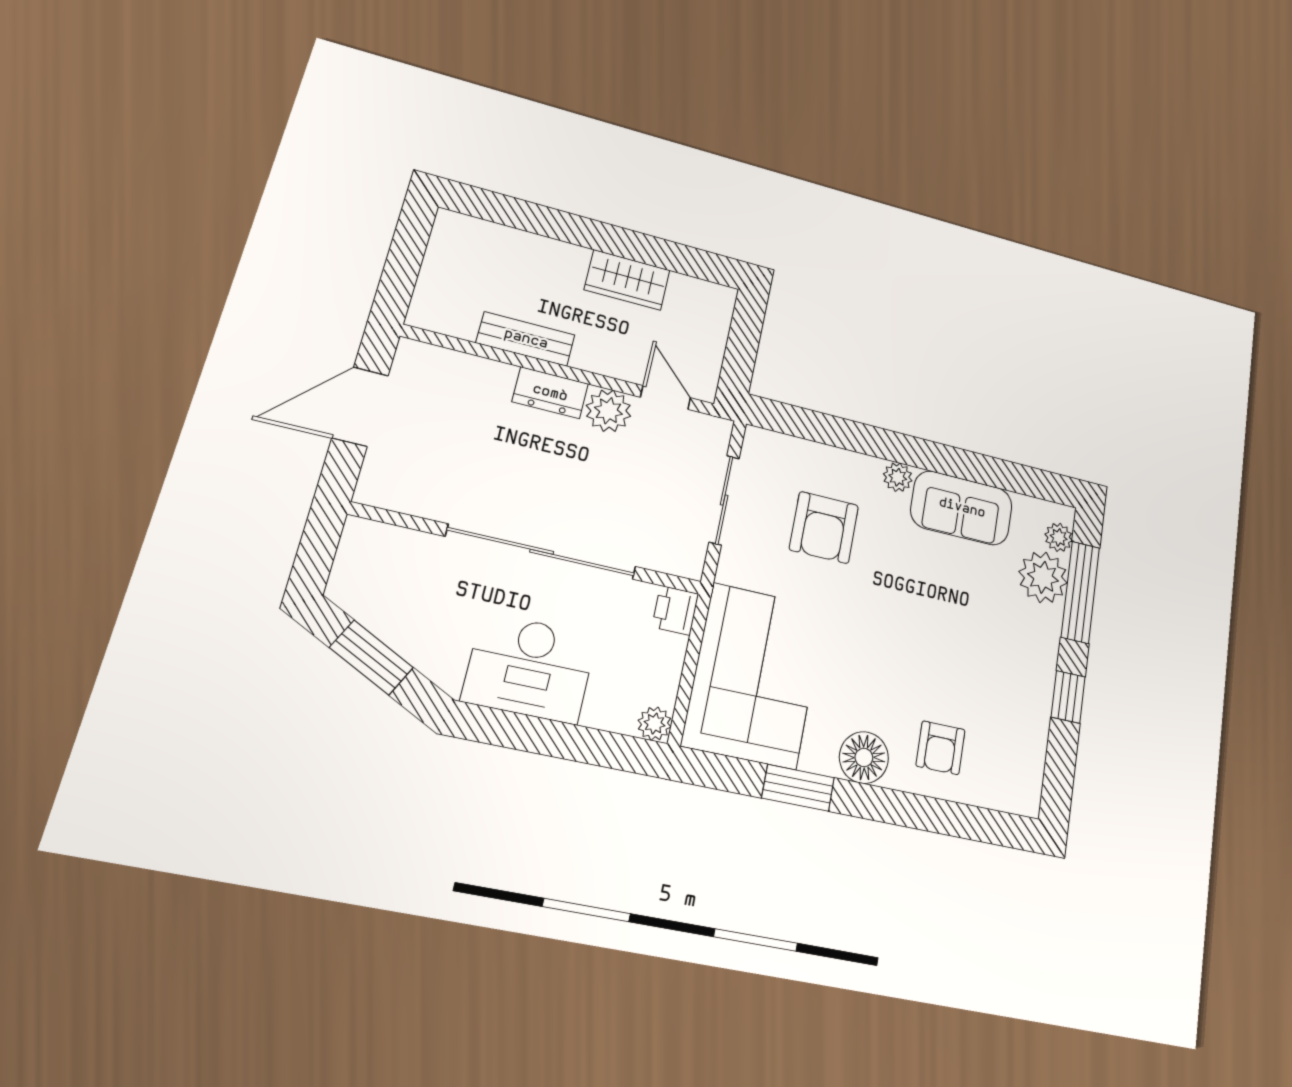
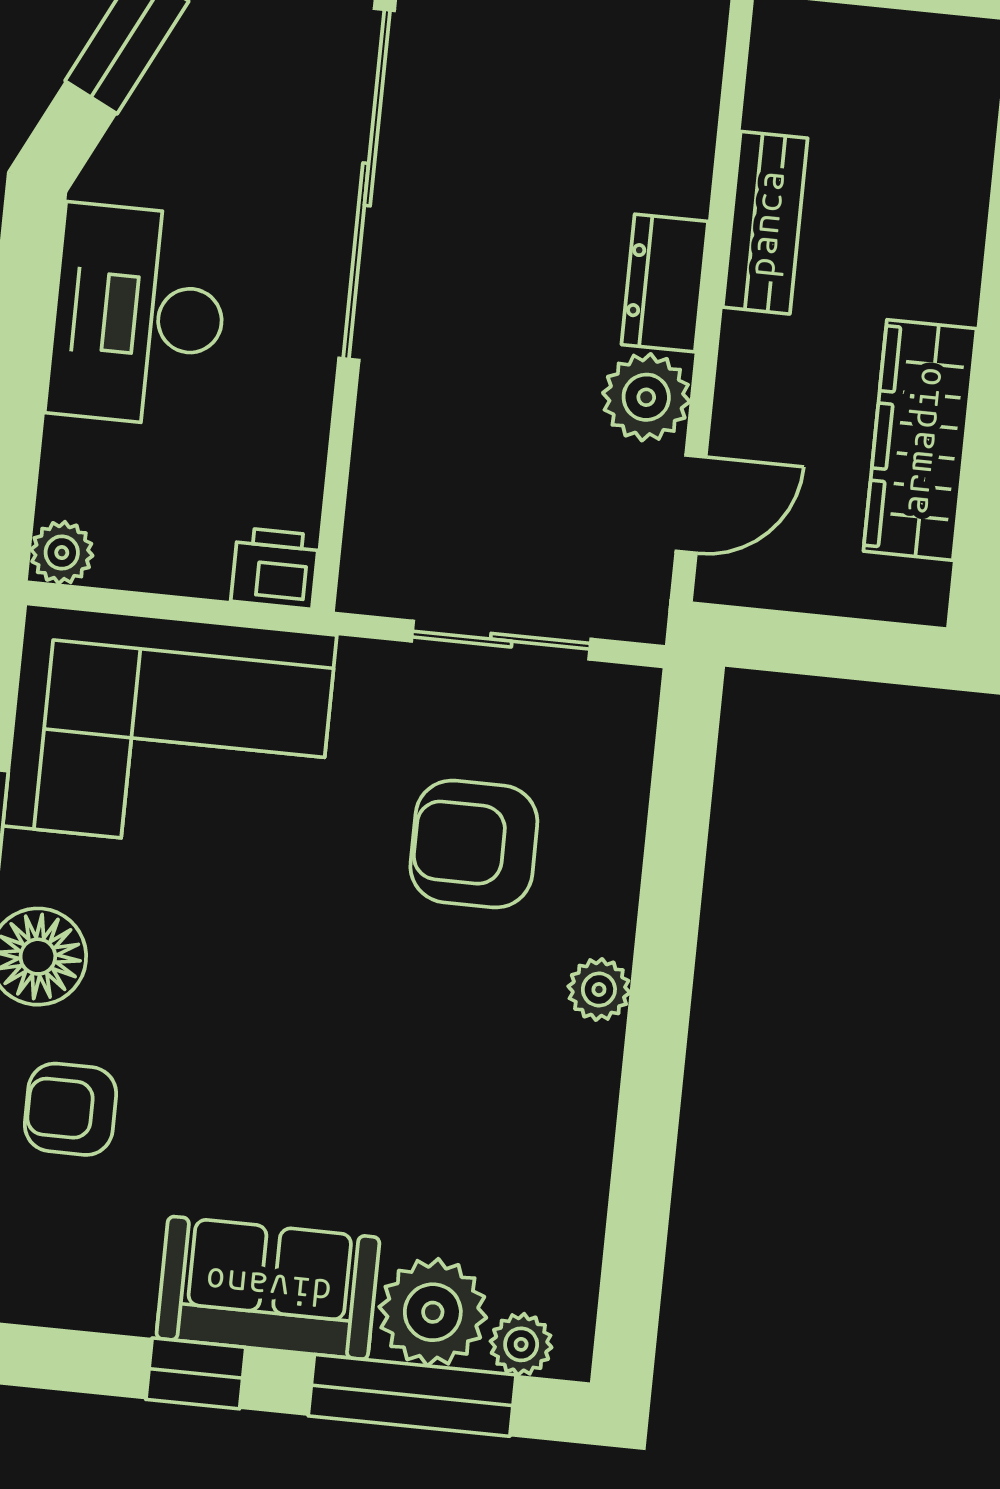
wardrobe: (627, 280) -> (920, 440), width x1.50
sofa: (962, 508) -> (268, 1288), moved, turned 90
sliding door: (542, 552) -> (367, 184), moved

